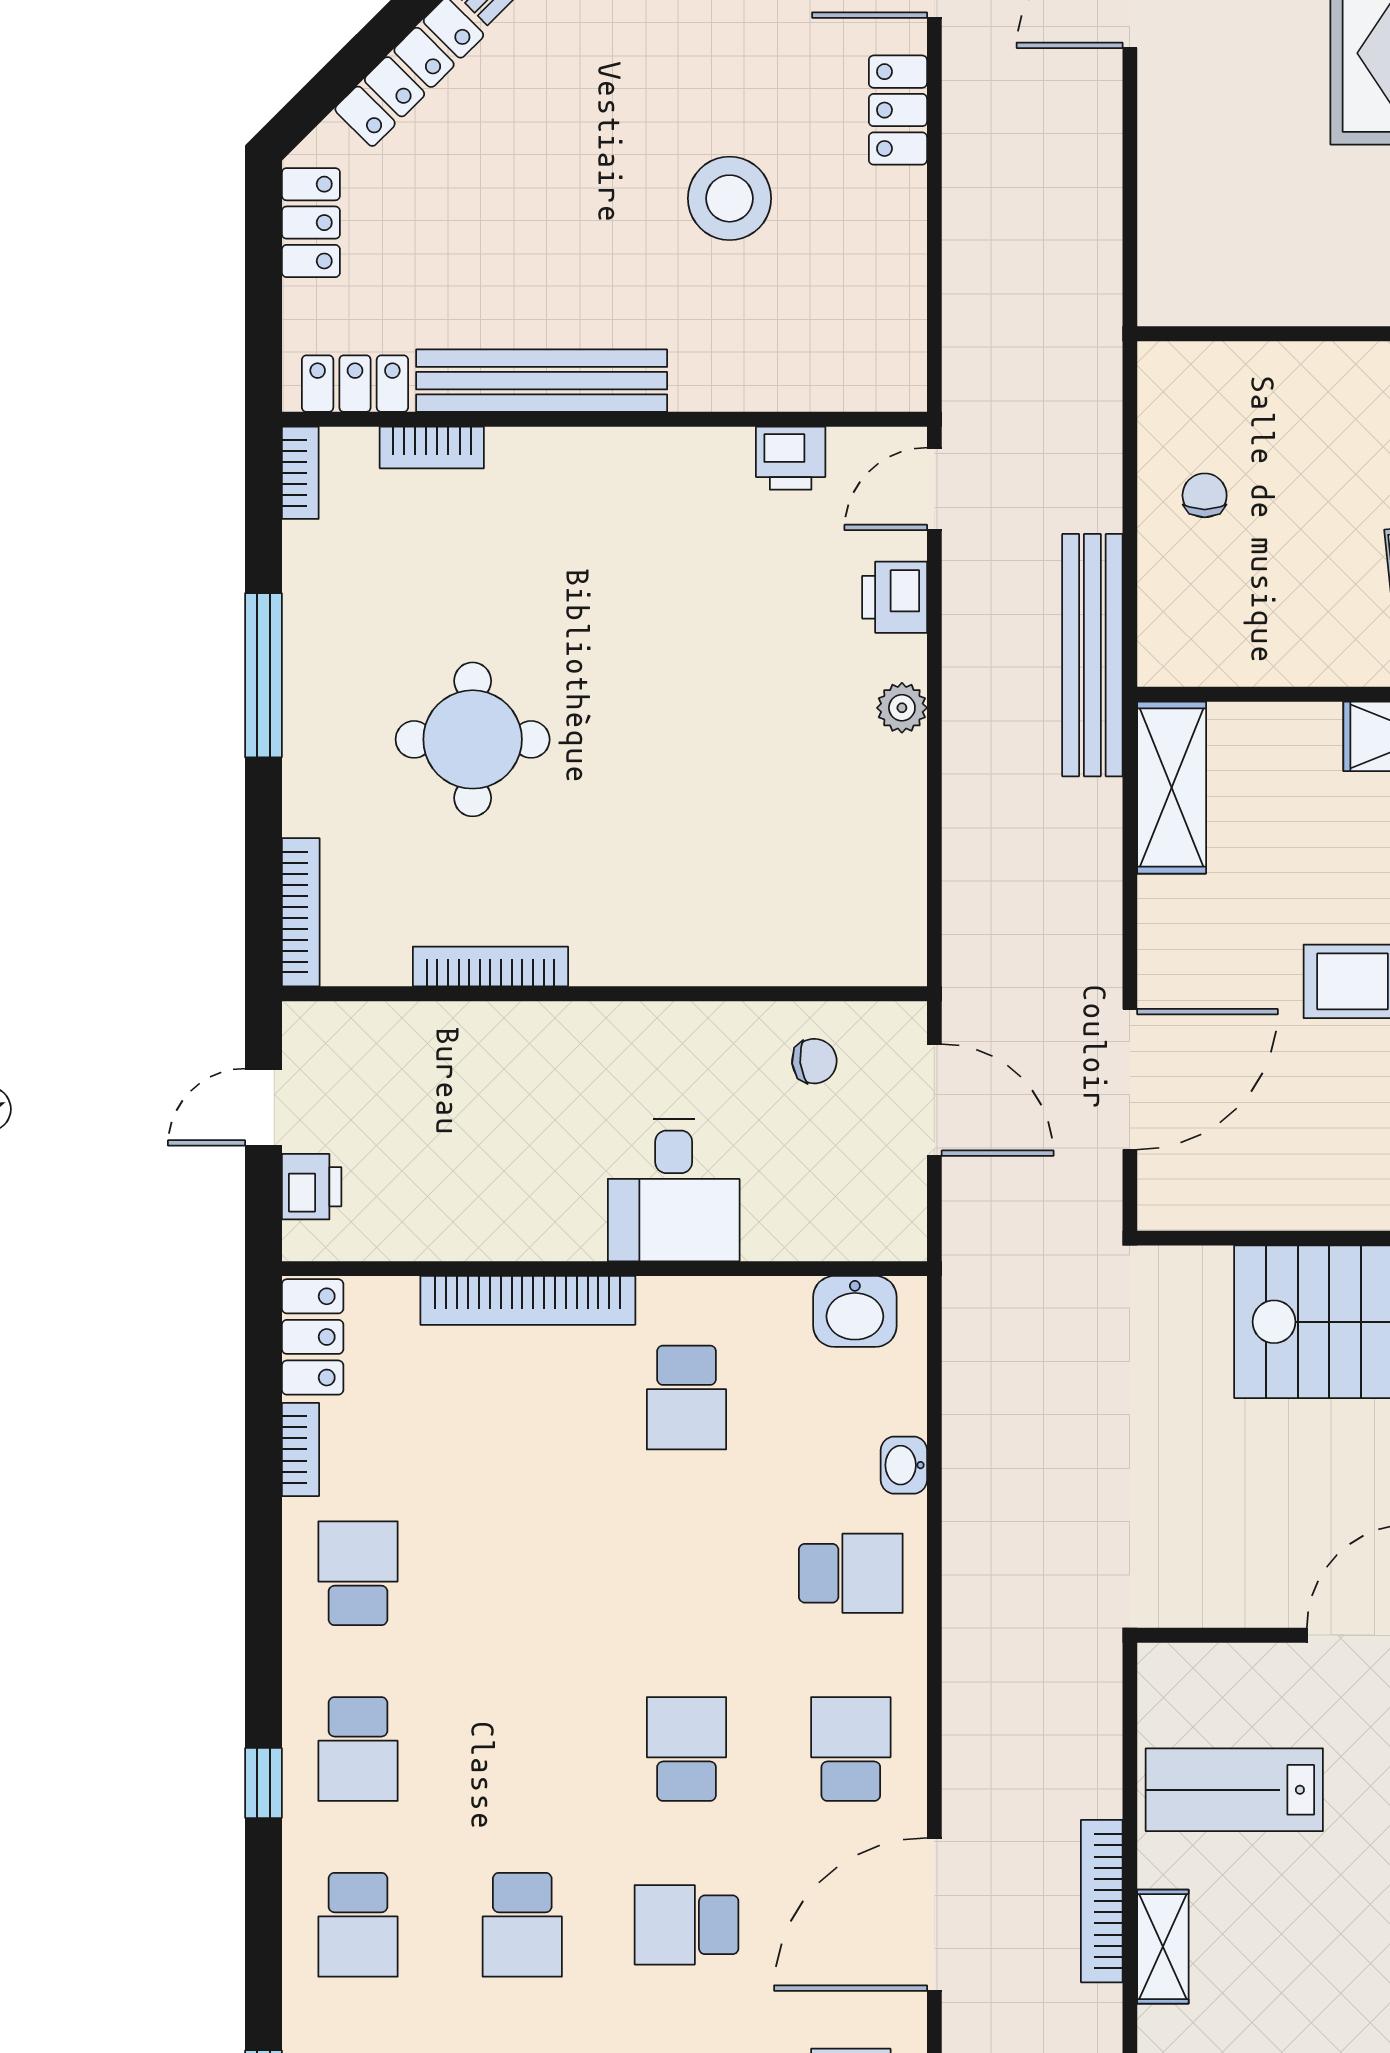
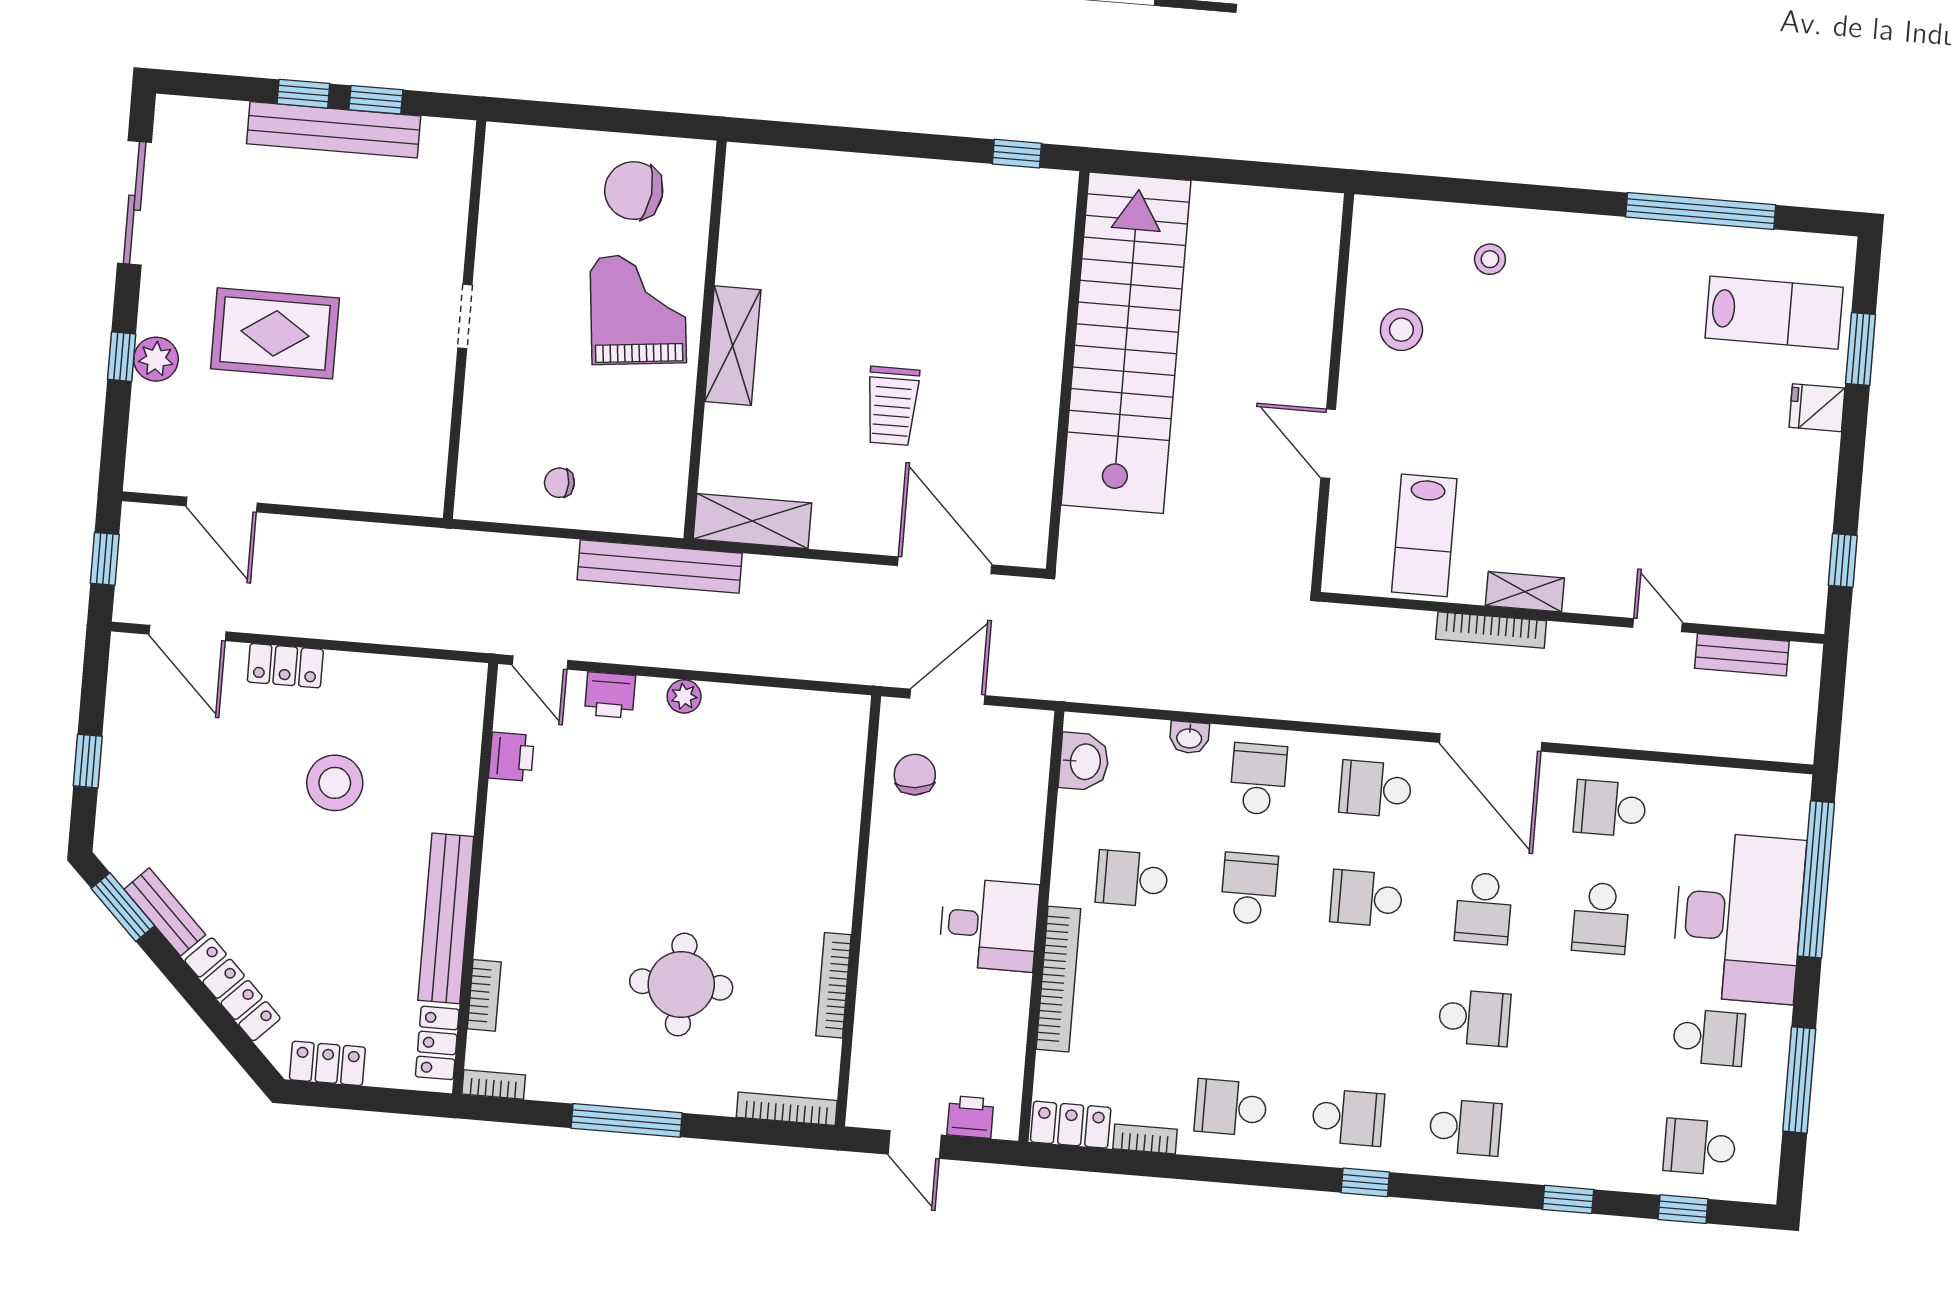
chair: (814, 1061) -> (915, 775), width x1.37, depth x1.37
desk: (674, 1190) -> (989, 925), moved
school desk: (687, 1397) -> (1132, 879), turned 180
school desk: (687, 1573) -> (1249, 889), added

